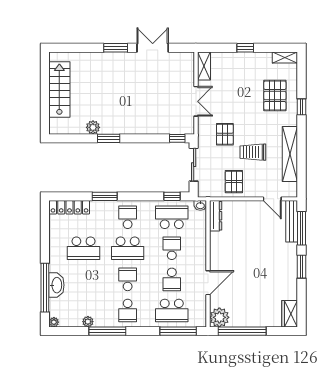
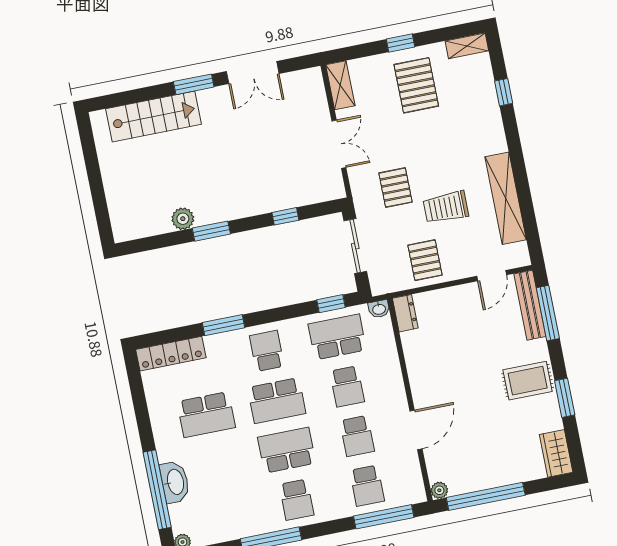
double door: (153, 48) -> (253, 73), swing flipped
stairs: (59, 90) -> (153, 116), moved, turned 90
pallet: (275, 96) -> (416, 85), moved
window: (301, 107) -> (504, 92), moved
window: (177, 138) -> (285, 216), moved
door: (272, 199) -> (492, 276), hinge flipped
dresser: (216, 216) -> (405, 313), width x0.70
school desk: (172, 248) -> (347, 386), turned 180
rug: (281, 267) -> (528, 381), added
window: (301, 267) -> (565, 398), moved
school desk: (128, 279) -> (287, 450), width x1.85
school desk: (172, 310) -> (367, 486), width x0.54
plant: (219, 317) -> (439, 490), width x0.53, depth x0.53
plant: (88, 322) -> (237, 530), removed

